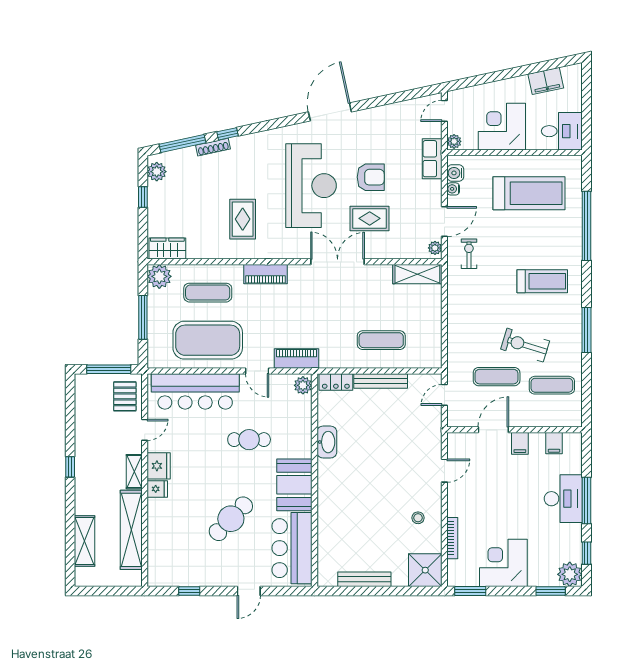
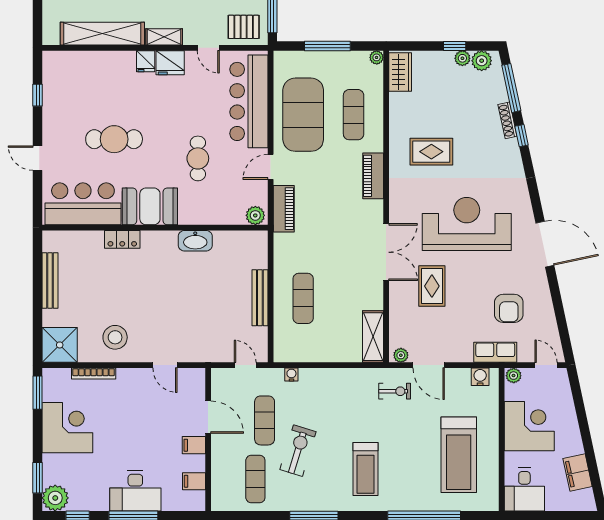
armchair: (371, 177) -> (509, 308), moved
reception desk: (311, 186) -> (467, 224), turned 180
water cooler: (453, 189) -> (291, 375), moved
plant: (154, 190) -> (462, 58), added
plant: (159, 276) -> (377, 57), width x0.53, depth x0.53
locker: (336, 382) -> (122, 239), moved, turned -90
stool: (418, 518) -> (115, 337), width x1.89, depth x1.89
cafe table: (231, 519) -> (114, 139), turned -44

